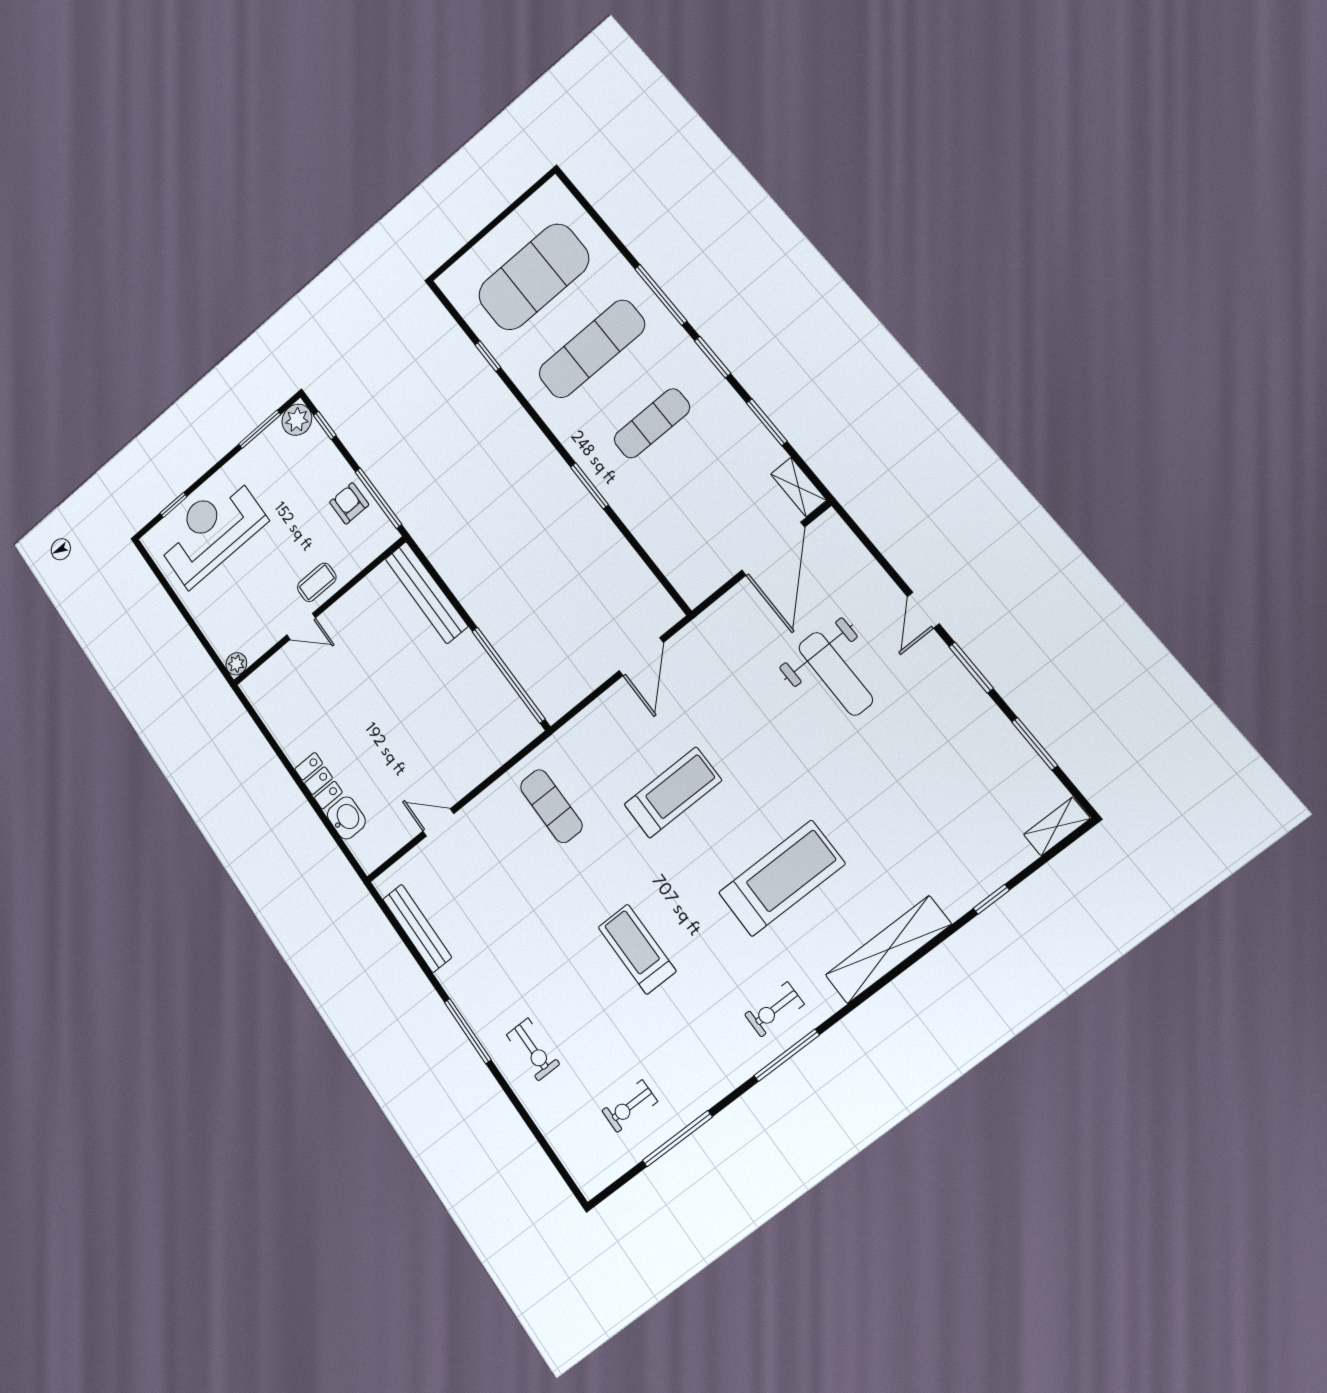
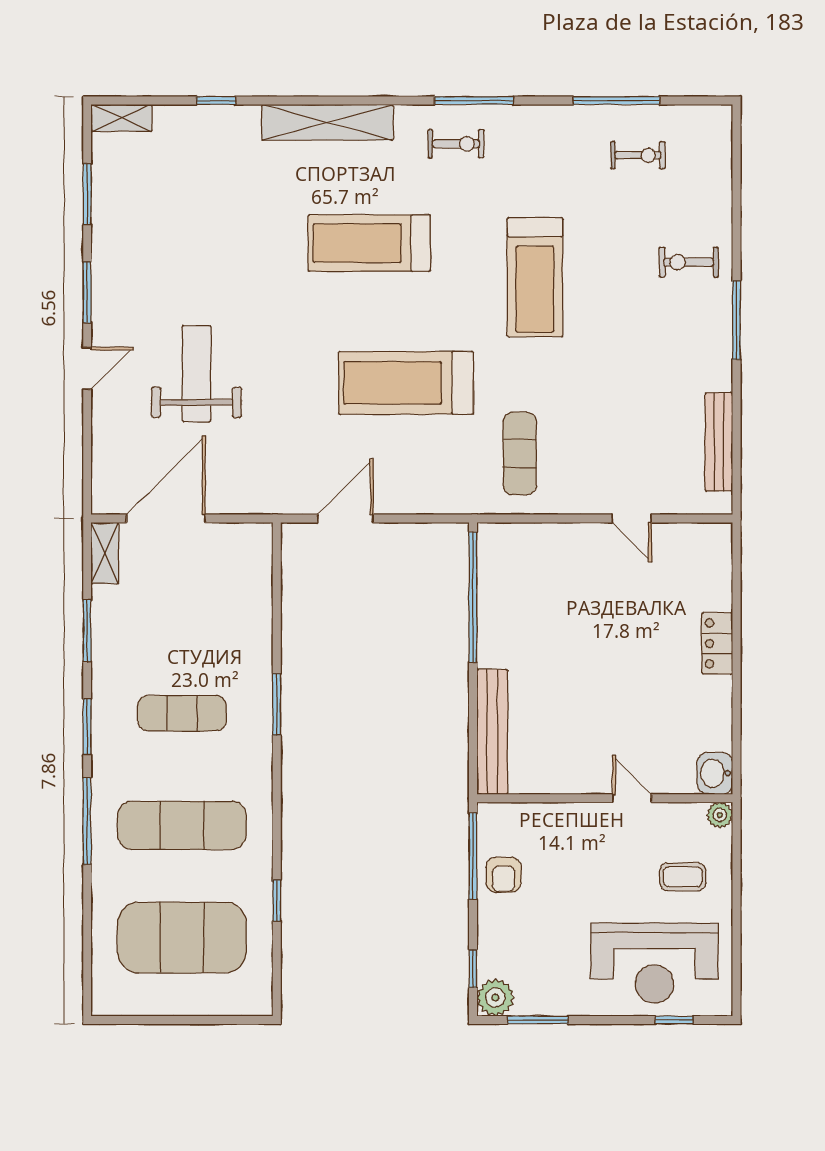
coffee table: (317, 582) -> (683, 877), moved
treadmill: (673, 792) -> (406, 383), width x1.37, depth x1.38
washbasin: (346, 818) -> (715, 773), moved
treadmill: (637, 949) -> (535, 277), width x1.37, depth x1.38
exercise bike: (533, 1049) -> (689, 262), turned -90

